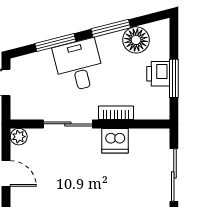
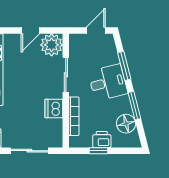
window: (174, 78) -> (99, 151), width x0.67
bookcase: (116, 113) -> (74, 116), width x1.56
plant: (19, 137) -> (52, 45), width x1.87, depth x1.87

